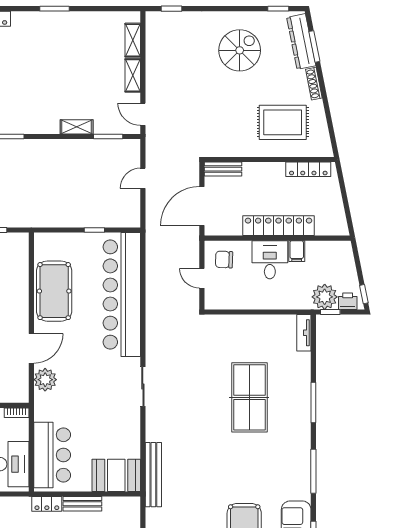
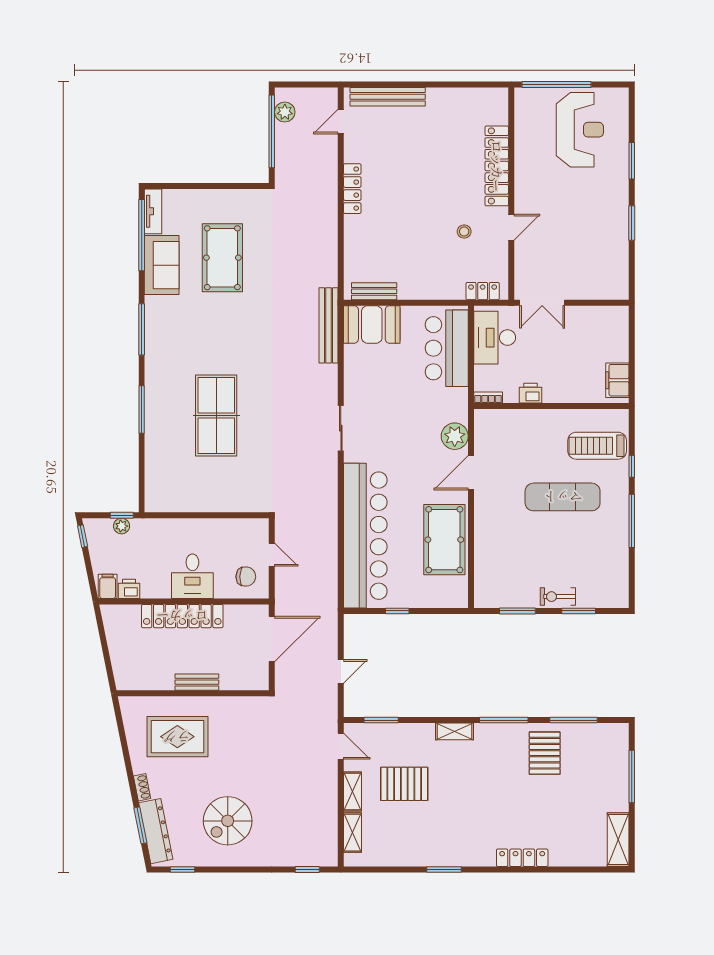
pallet: (88, 82) -> (404, 784), added
shoe rack: (314, 84) -> (142, 787), width x0.70
shelving: (77, 127) -> (455, 731), moved
bench: (223, 169) -> (197, 682), moved
locker: (308, 169) -> (147, 682), removed
filing cabinet: (297, 251) -> (108, 586), moved
plant: (325, 297) -> (122, 526), width x0.53, depth x0.53
printer: (348, 301) -> (129, 589), moved, turned 180
tv unit: (304, 333) -> (153, 491), removed
locker: (47, 504) -> (483, 291), moved
bench: (82, 504) -> (374, 291), moved

